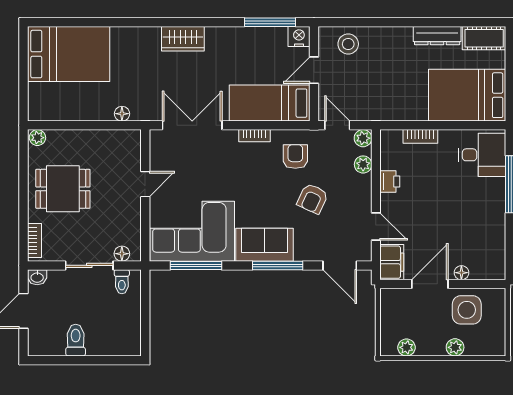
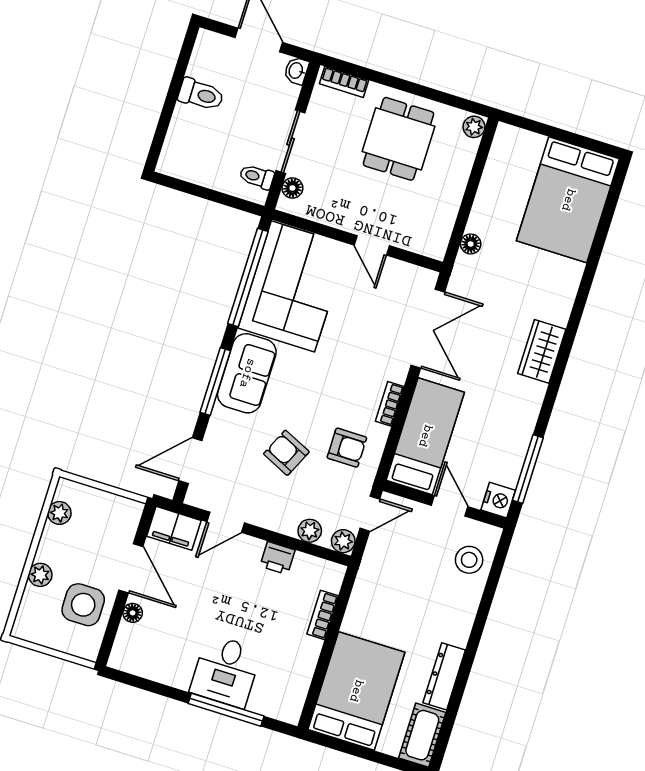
desk: (482, 155) -> (226, 671), moved
window: (196, 265) -> (248, 278), width x1.46

